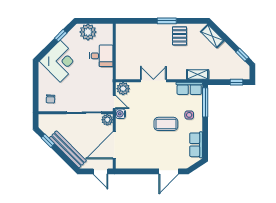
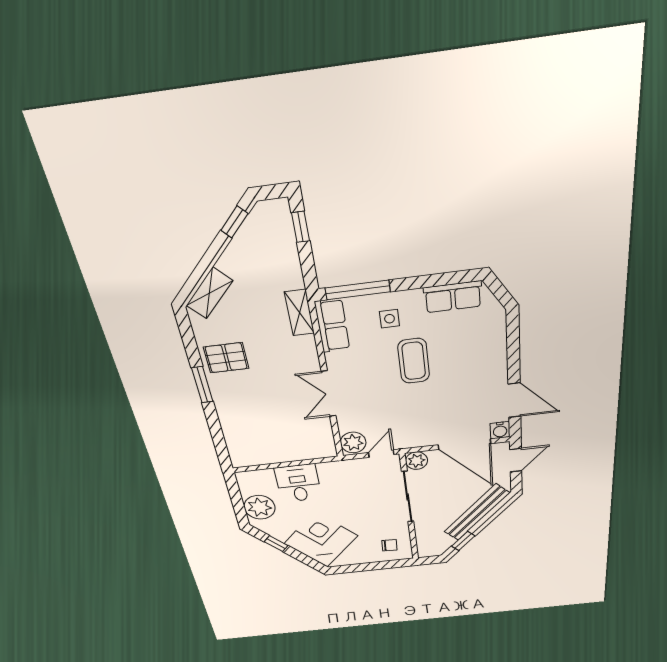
water cooler: (121, 114) -> (500, 430), moved
door: (169, 171) -> (514, 400), moved

